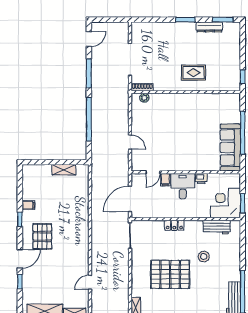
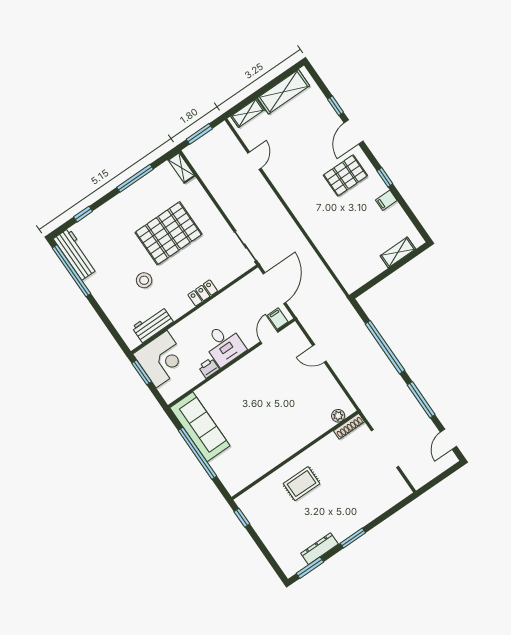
shelving: (64, 170) -> (398, 252), moved
filing cabinet: (165, 180) -> (278, 319), moved
pallet: (42, 236) -> (345, 175), turned 90

